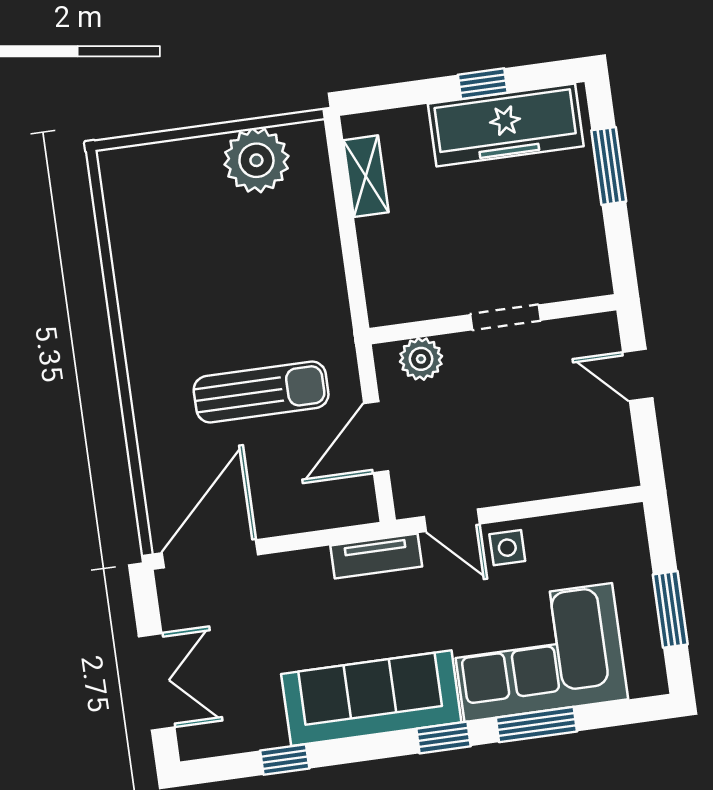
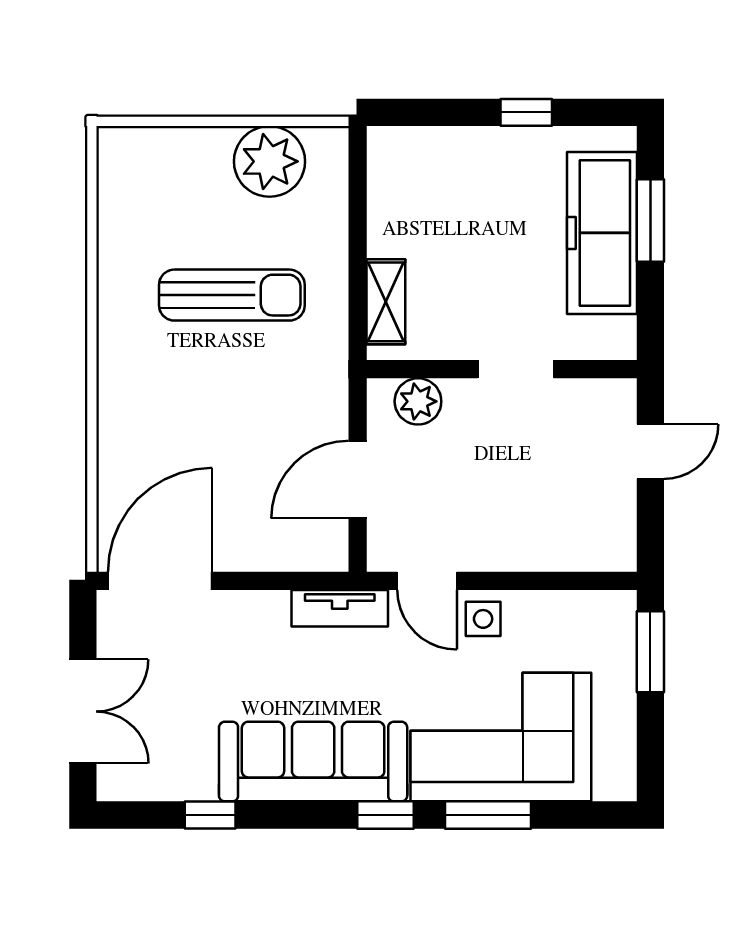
freezer: (506, 125) -> (602, 233), moved, turned 90
shelving: (366, 176) -> (386, 302), moved
door: (638, 375) -> (650, 452), swing flipped
sun lounger: (261, 392) -> (232, 295), moved
window: (670, 609) -> (650, 652), moved

